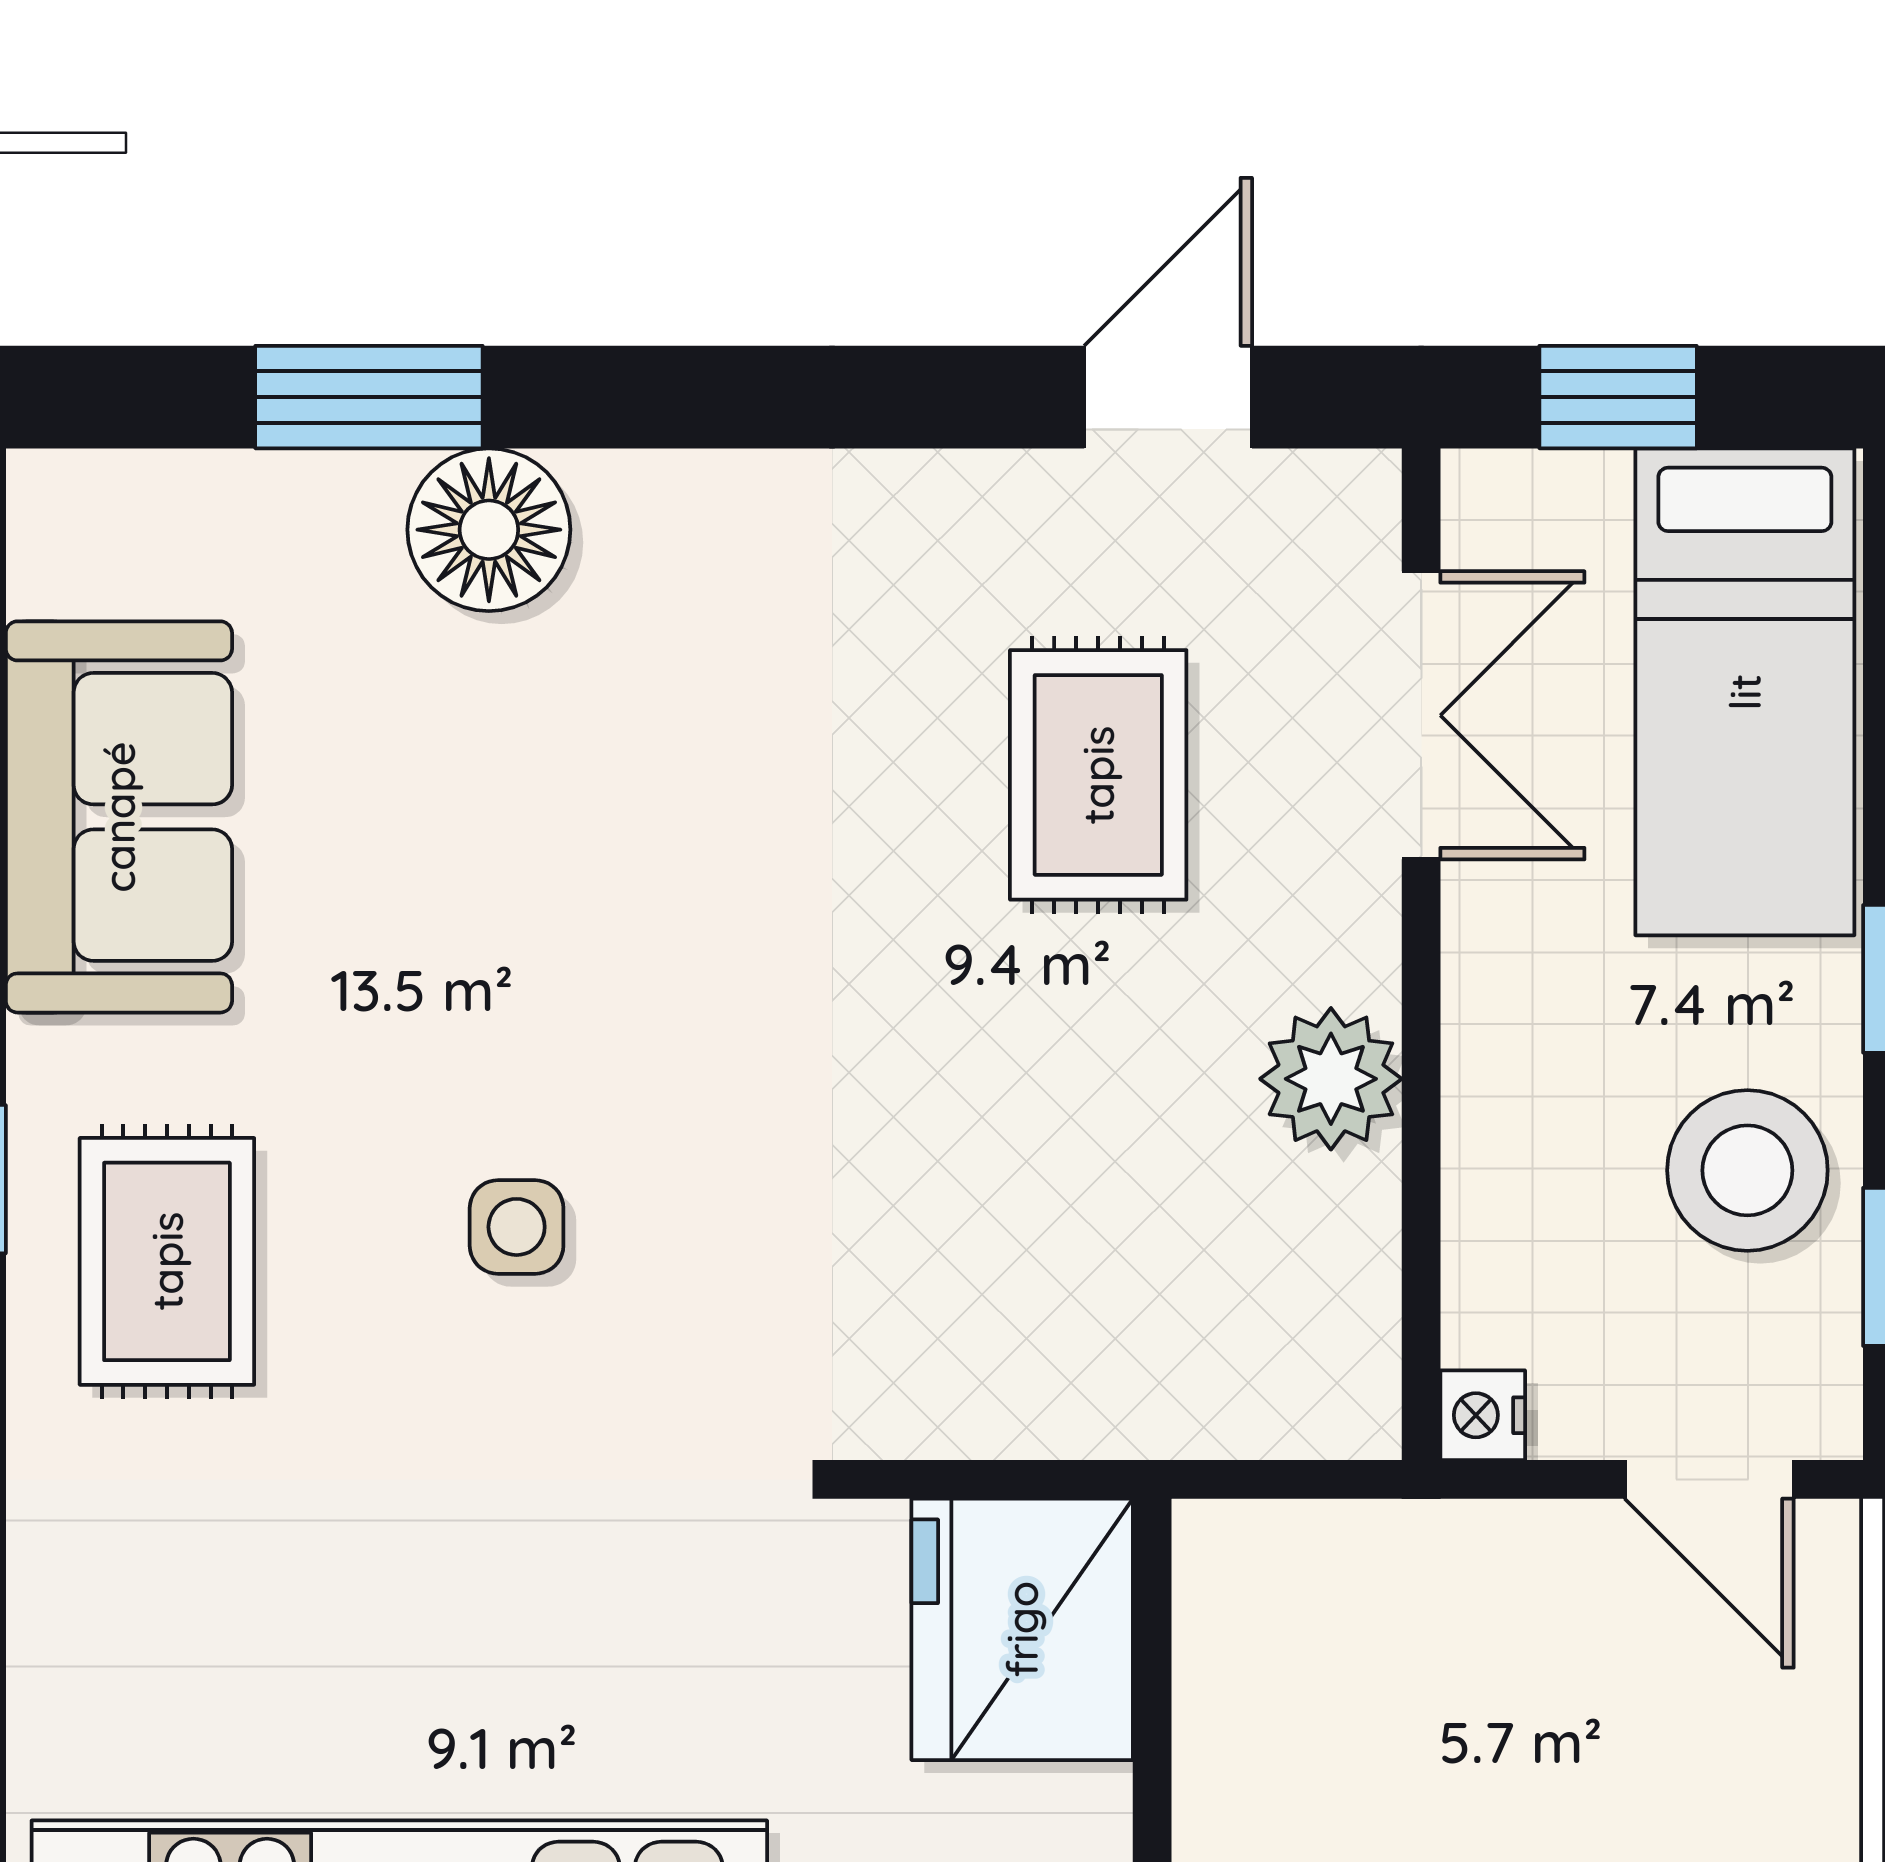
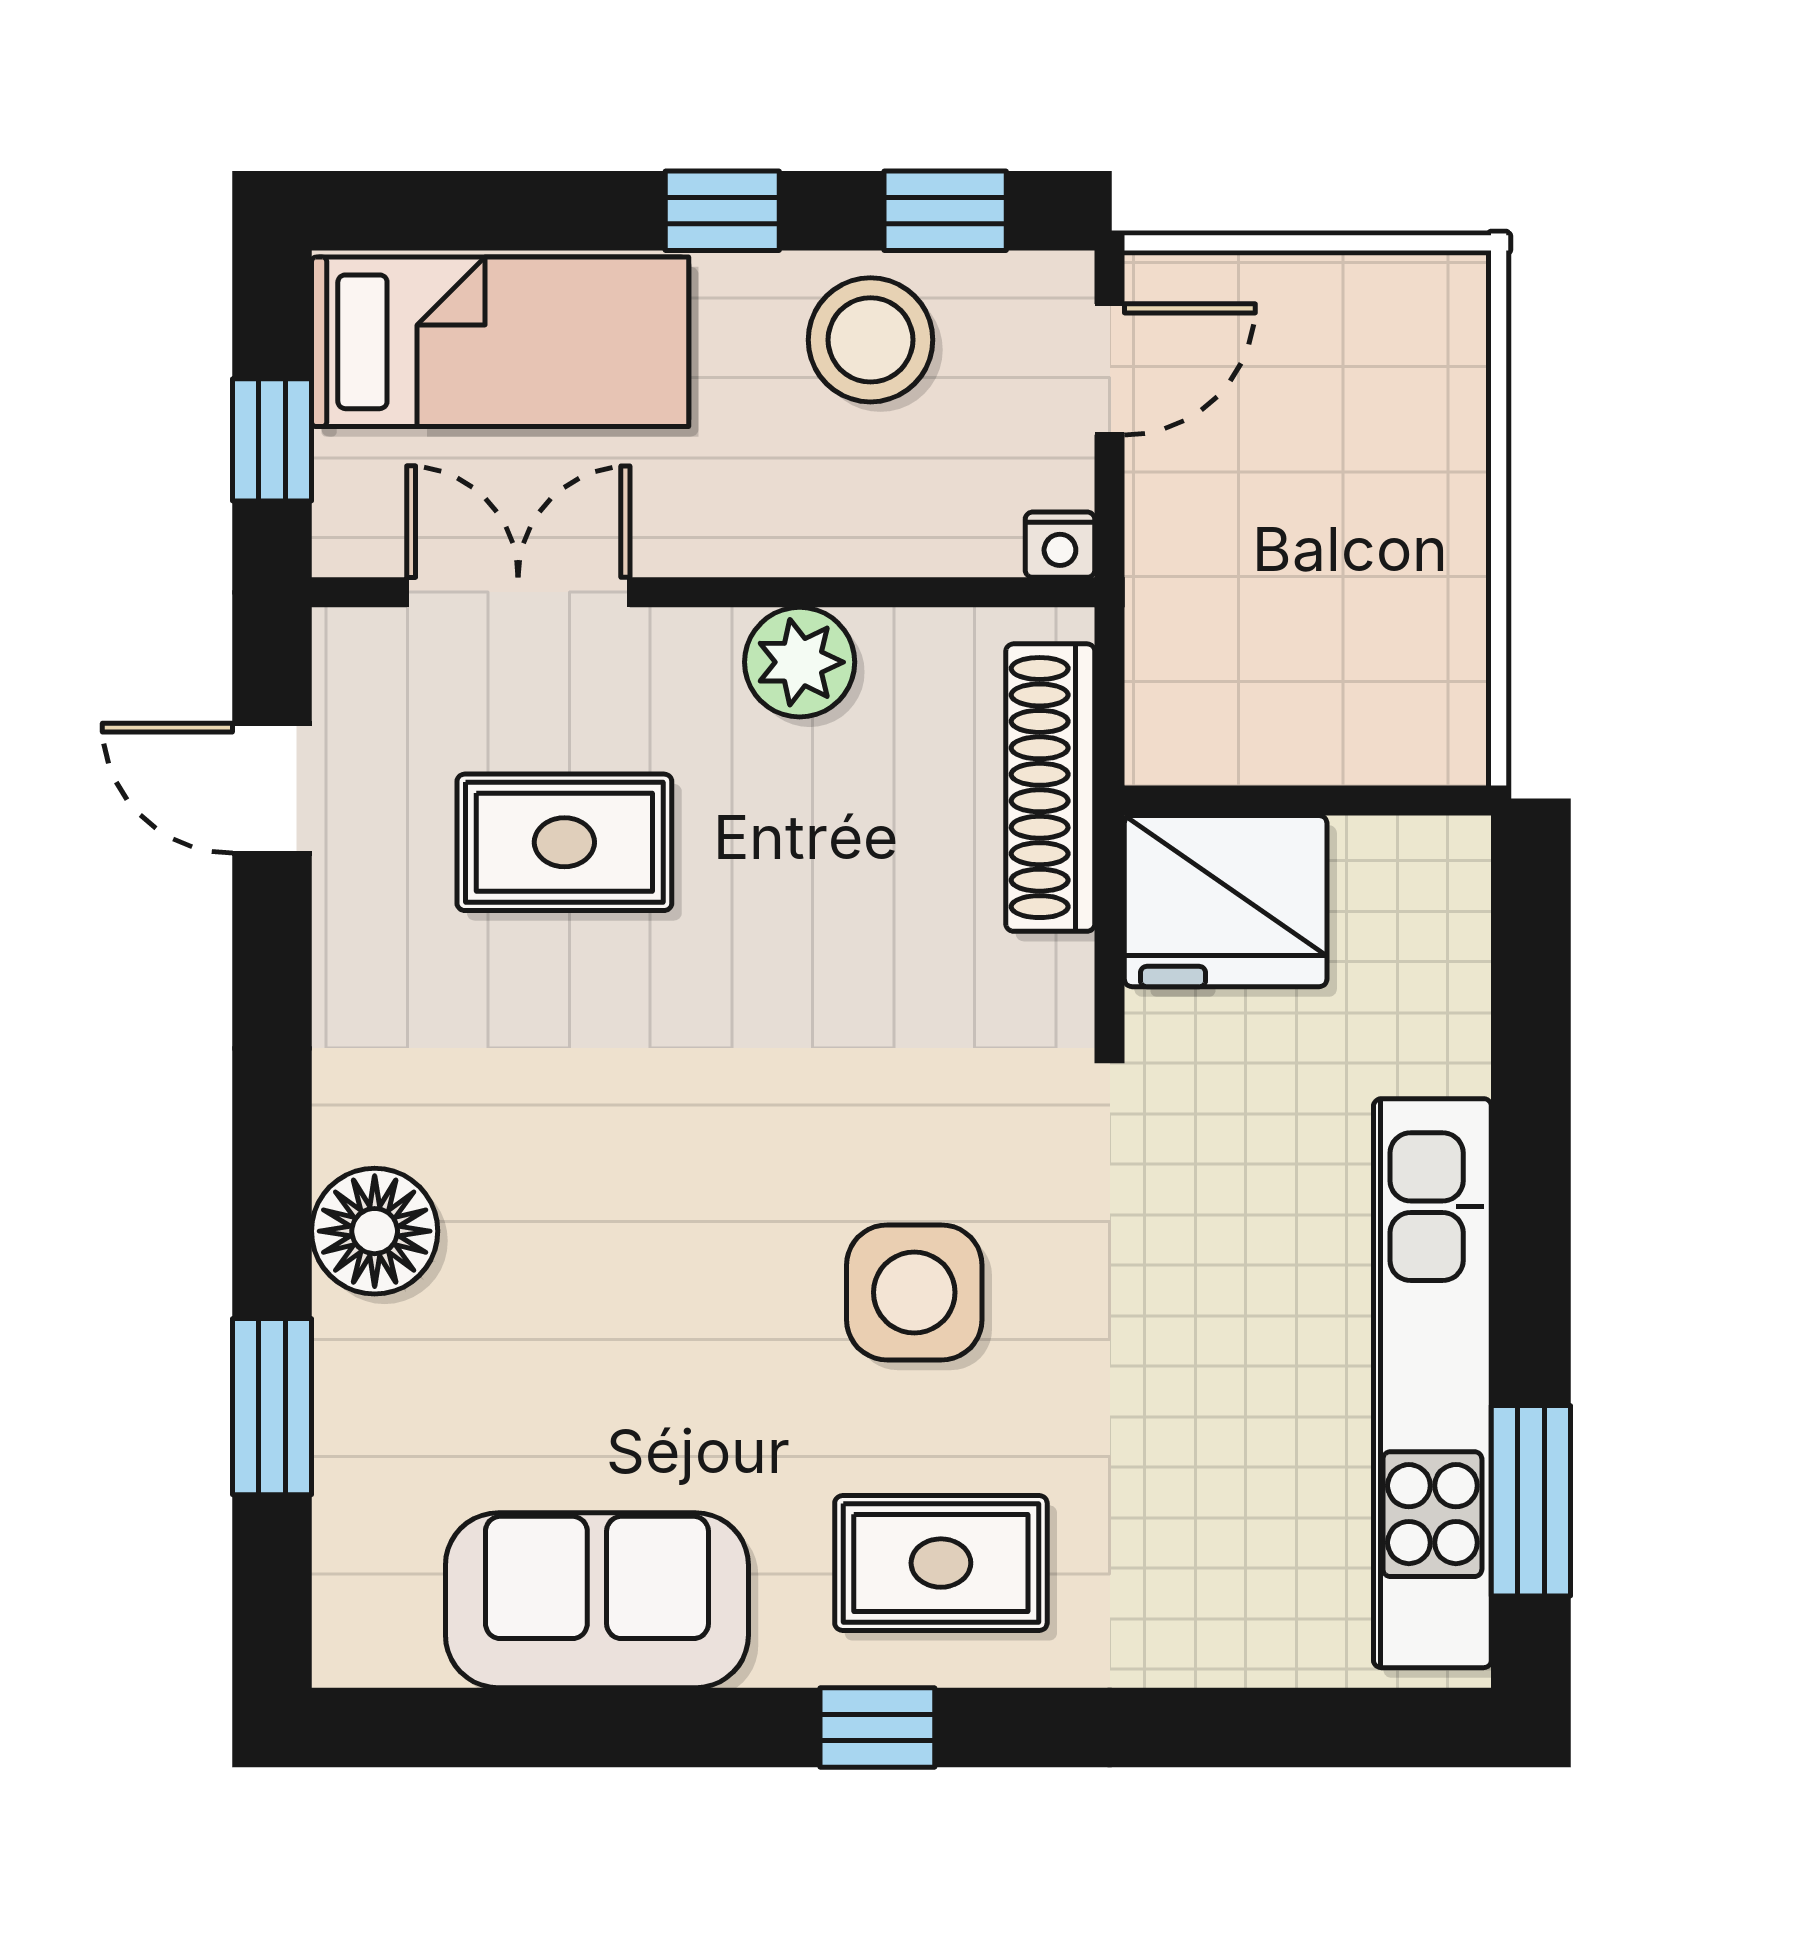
floor lamp: (489, 530) -> (375, 1231), moved
side table: (517, 1227) -> (914, 1292), width x1.87, depth x1.87
shoe rack: (1169, 1403) -> (1050, 788), added

